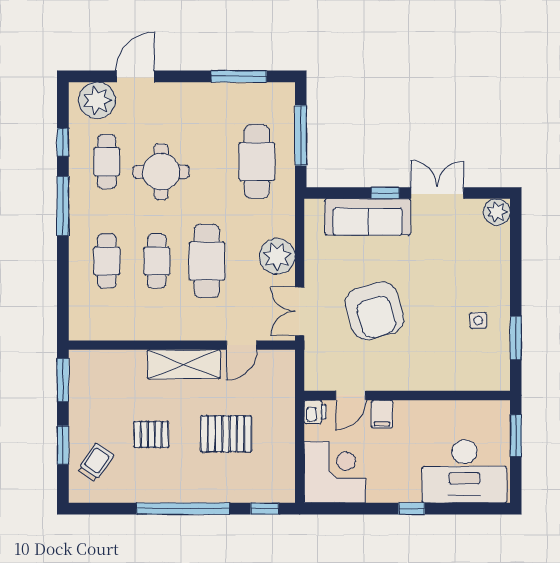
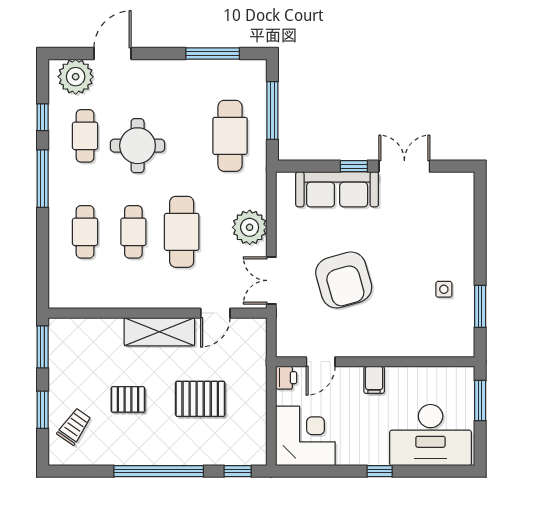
plant: (497, 212) -> (462, 185), removed
filing cabinet: (382, 414) -> (374, 380), moved

